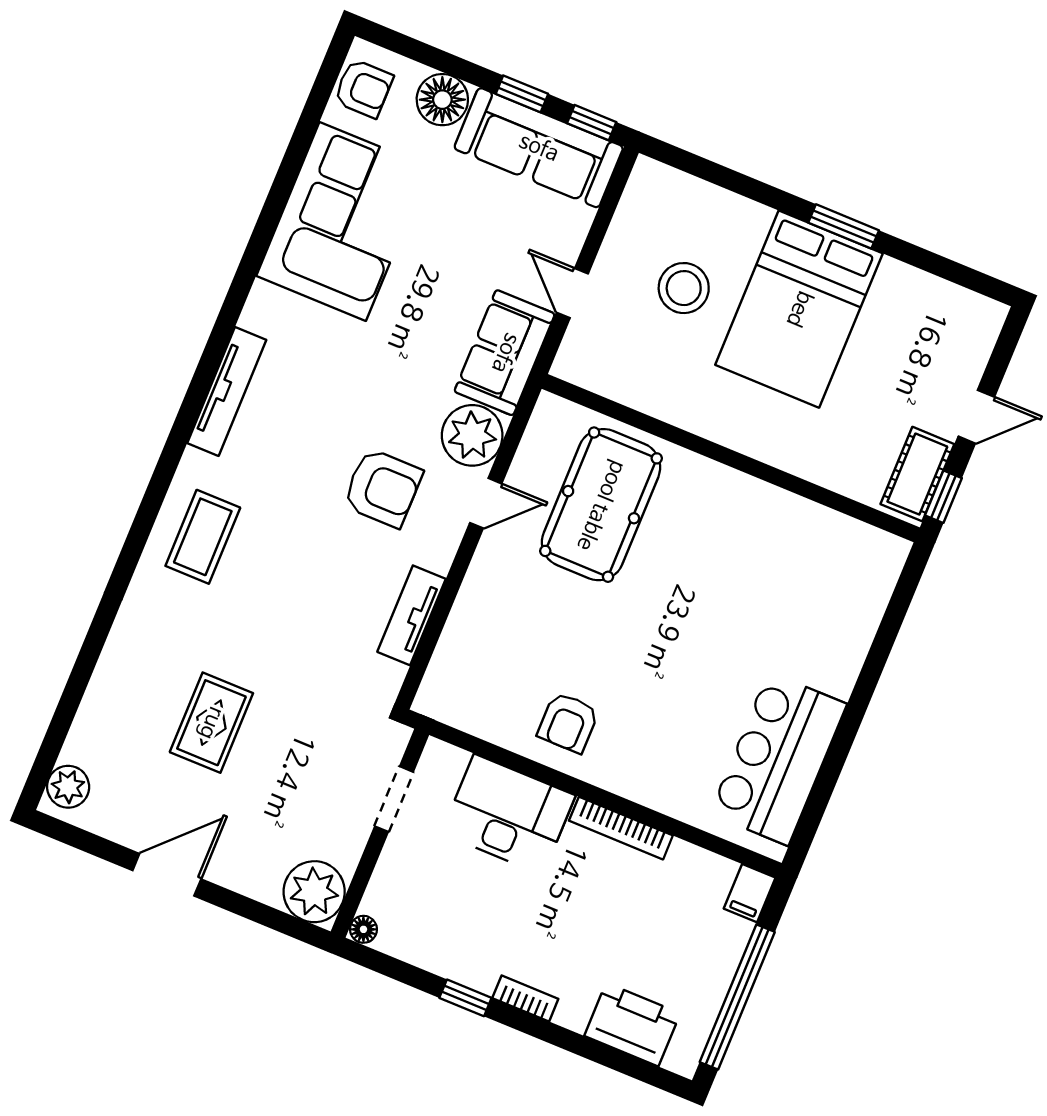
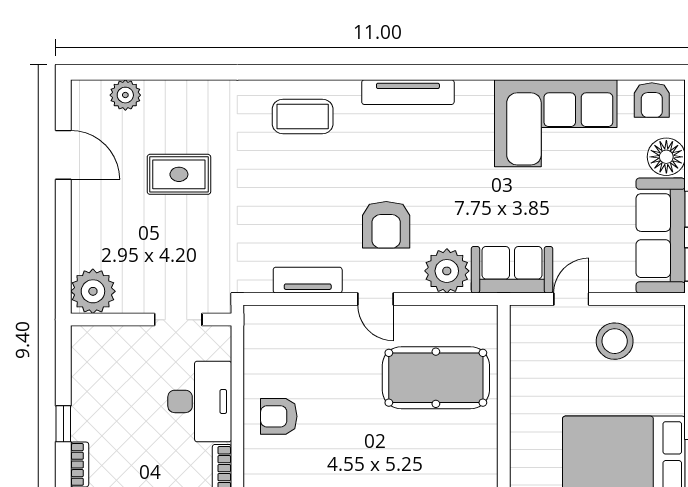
stool: (684, 288) -> (615, 341), moved
door: (486, 503) -> (375, 299), moved
plant: (68, 787) -> (125, 95), moved
door: (167, 875) -> (63, 155), moved
floor lamp: (363, 929) -> (81, 335), removed

